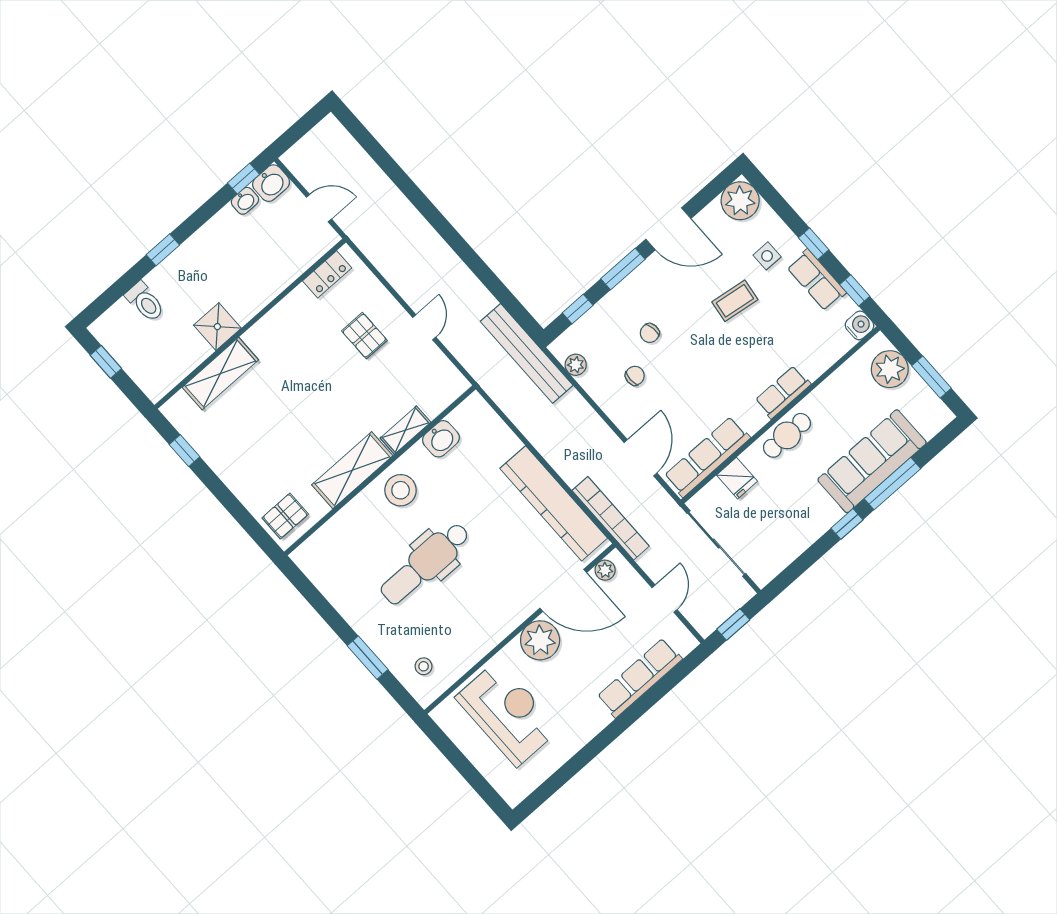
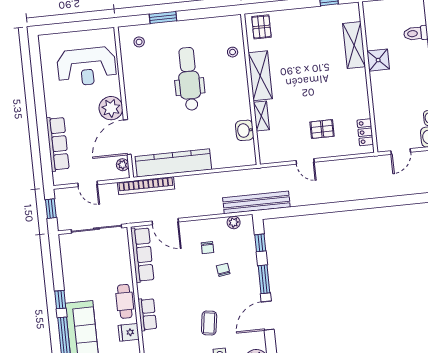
fridge: (737, 478) -> (129, 332), moved
stool: (401, 490) -> (233, 52), moved, width x0.53, depth x0.53

